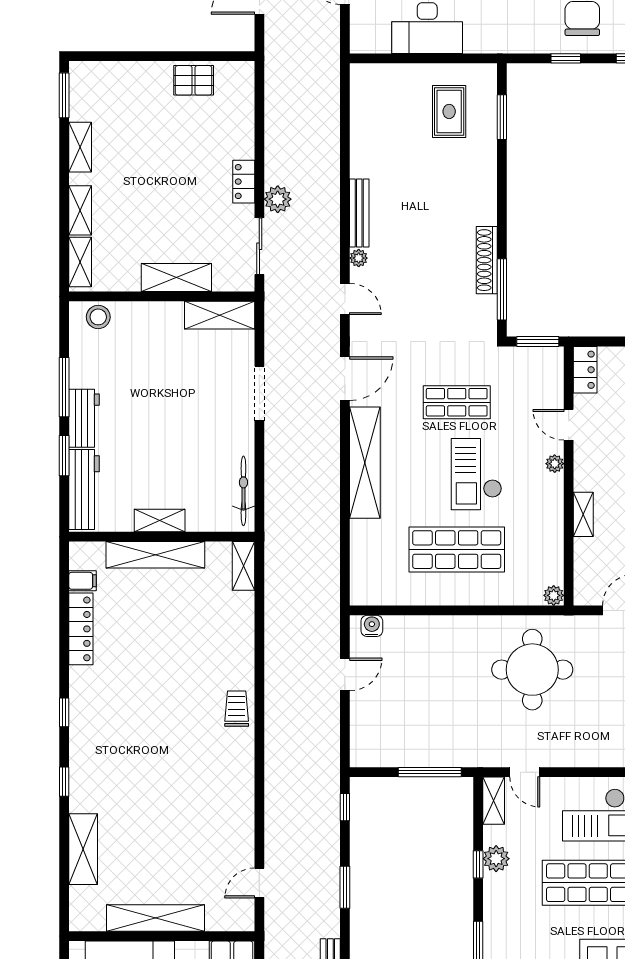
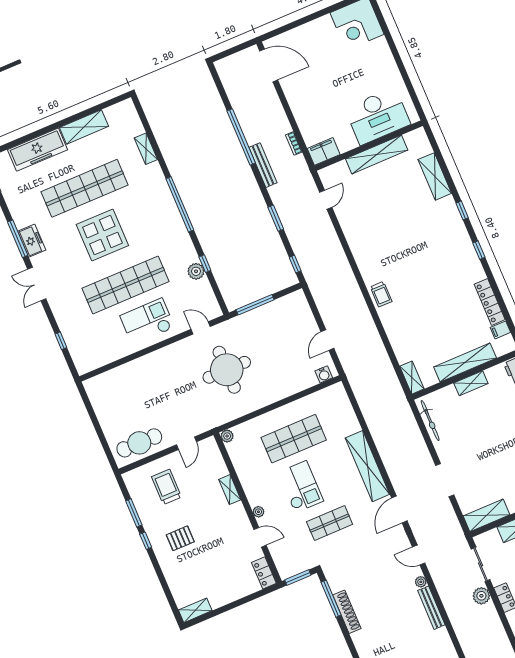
round table: (532, 670) -> (227, 370), moved
shelving: (494, 801) -> (212, 304), removed

